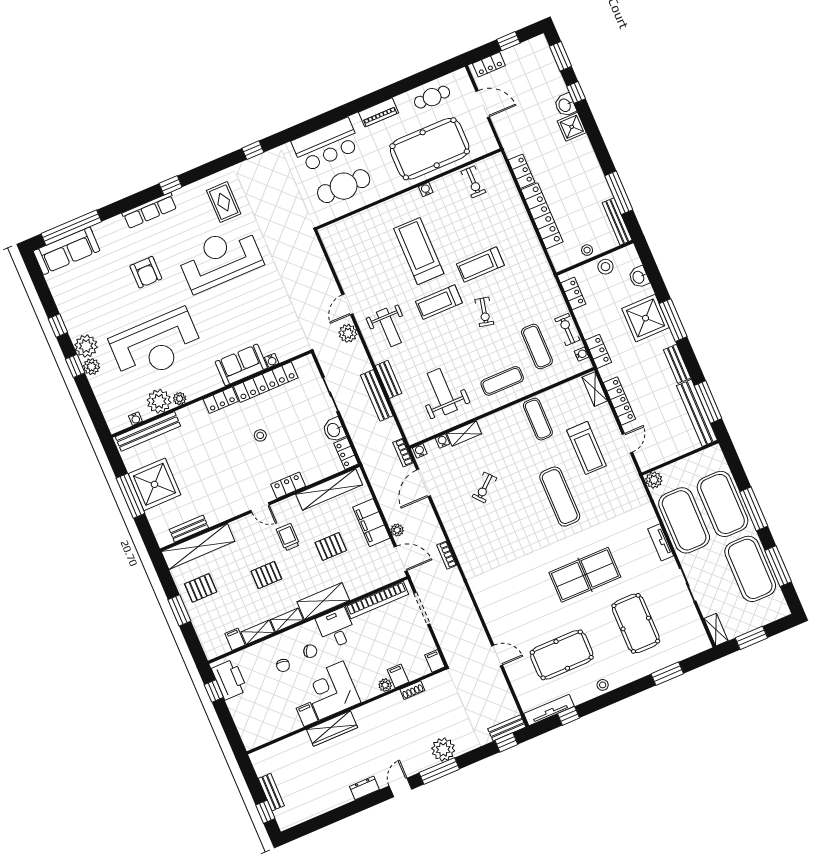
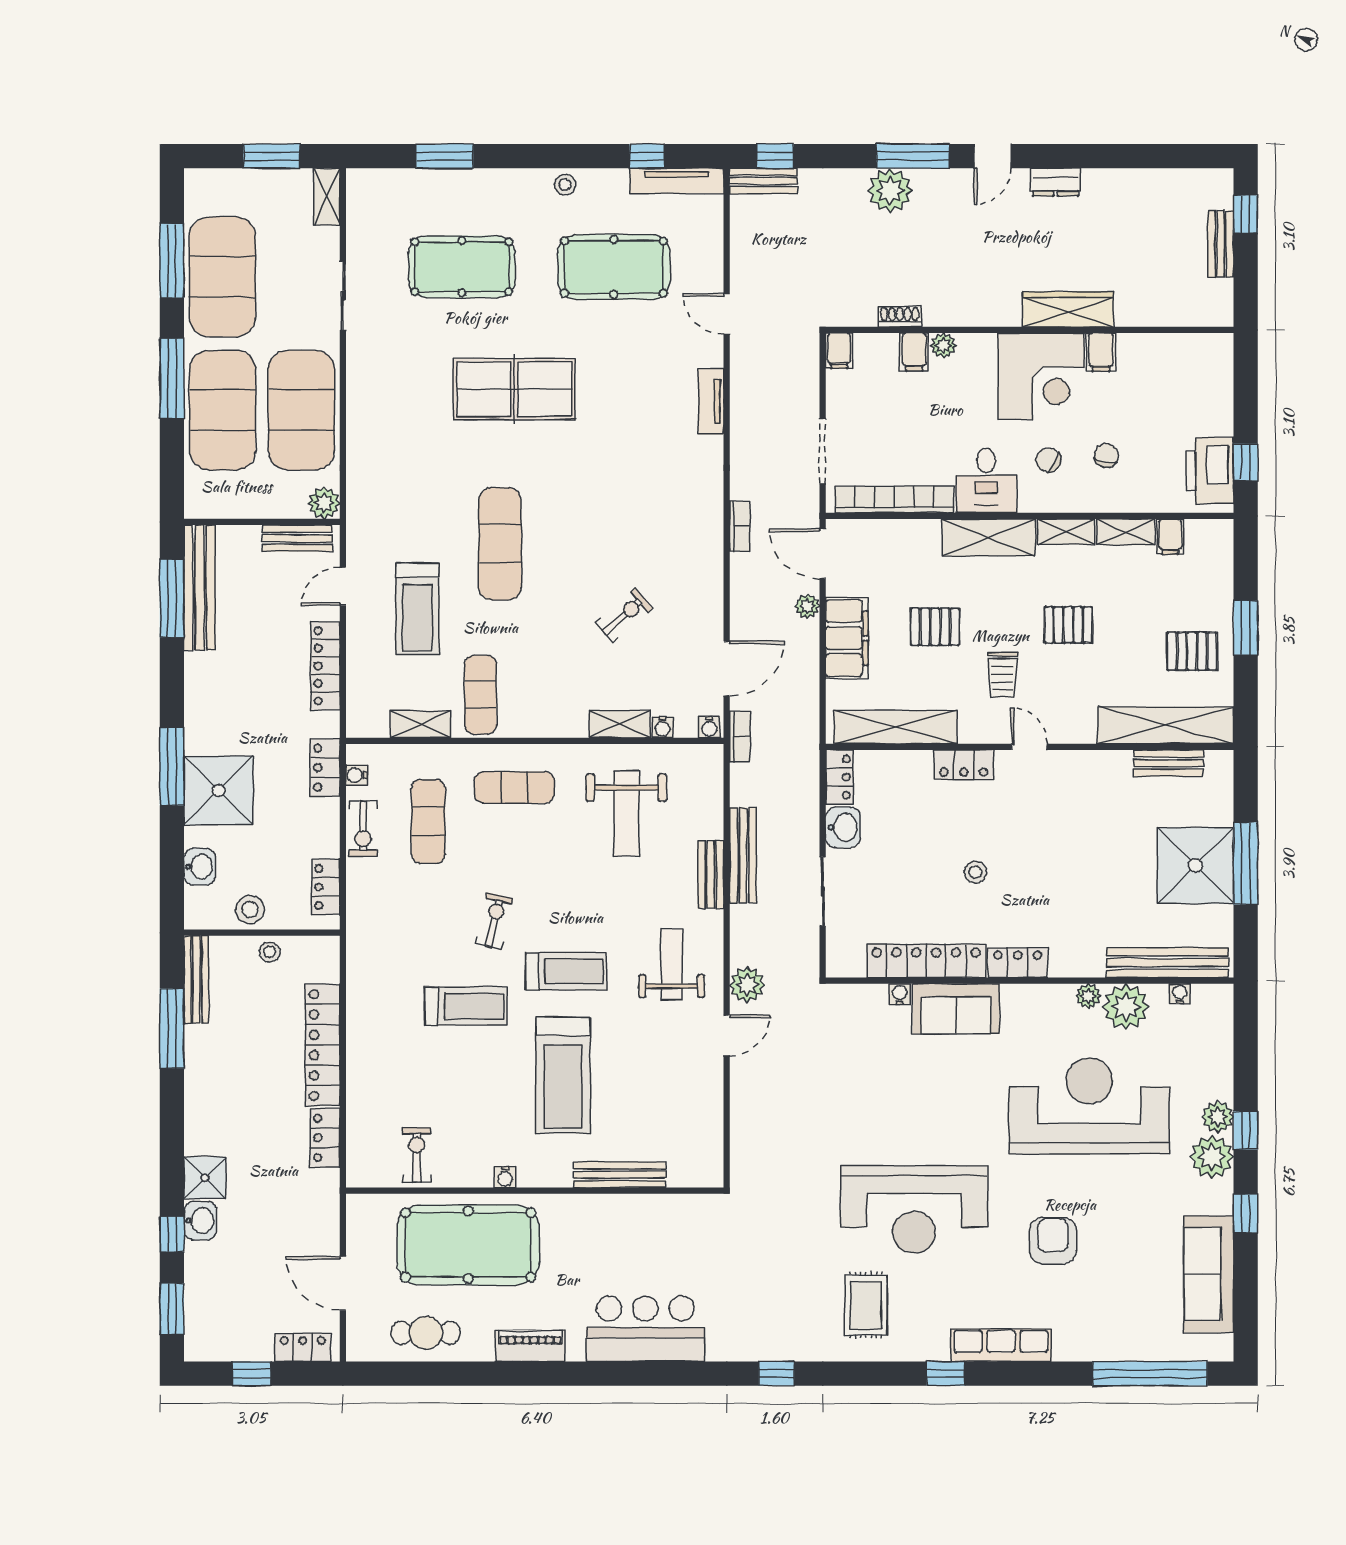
cafe table: (344, 186) -> (645, 1244), removed
bench: (371, 214) -> (620, 1175), added
sofa: (67, 251) -> (1209, 1274), moved, turned -90
bench: (677, 364) -> (297, 538), moved, turned 90
shelving: (595, 389) -> (420, 724), moved, turned 90
treadmill: (586, 448) -> (417, 609), turned 180
tv unit: (661, 542) -> (711, 401), moved, turned 180
pool table: (636, 623) -> (462, 267), turned 90

